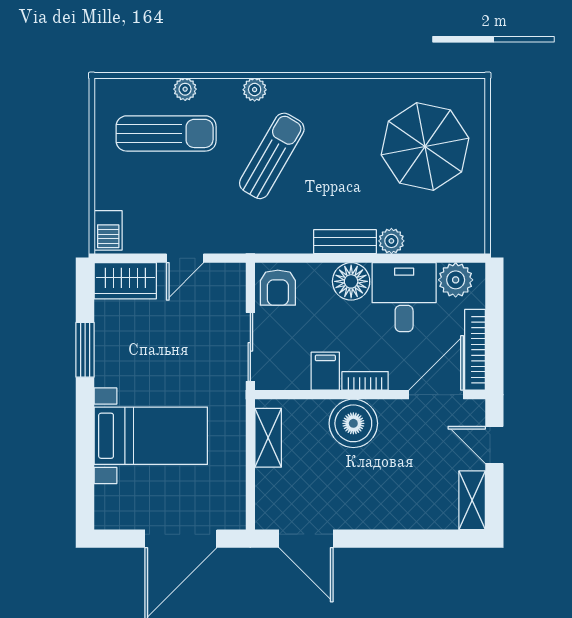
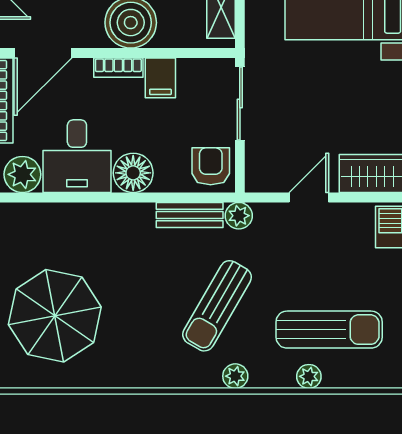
sun lounger: (166, 133) -> (329, 330), turned 180
plant: (391, 241) -> (239, 216), moved
bench: (345, 242) -> (190, 215), moved

